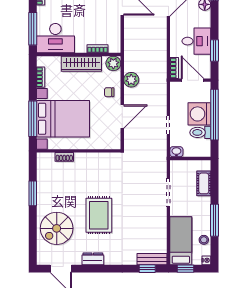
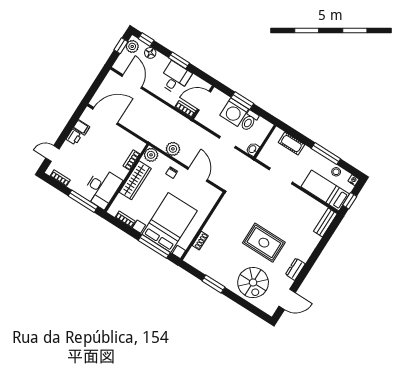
window: (214, 51) -> (179, 60), moved
window: (214, 115) -> (242, 101), width x0.47
window: (147, 269) -> (330, 231), removed

